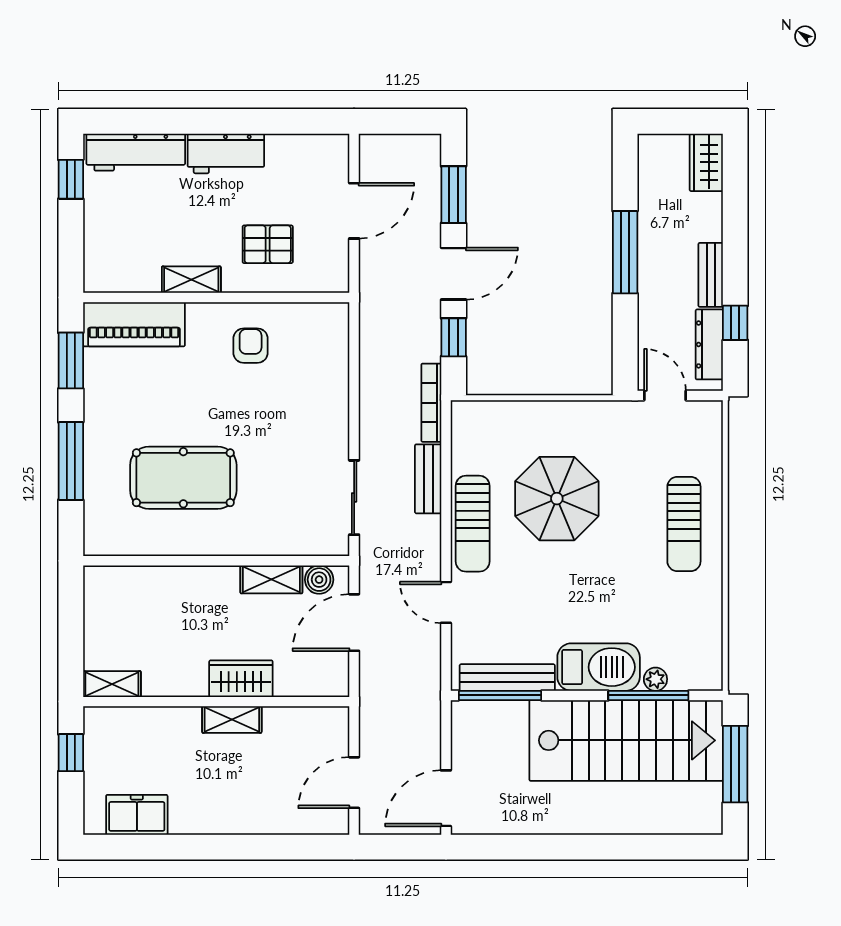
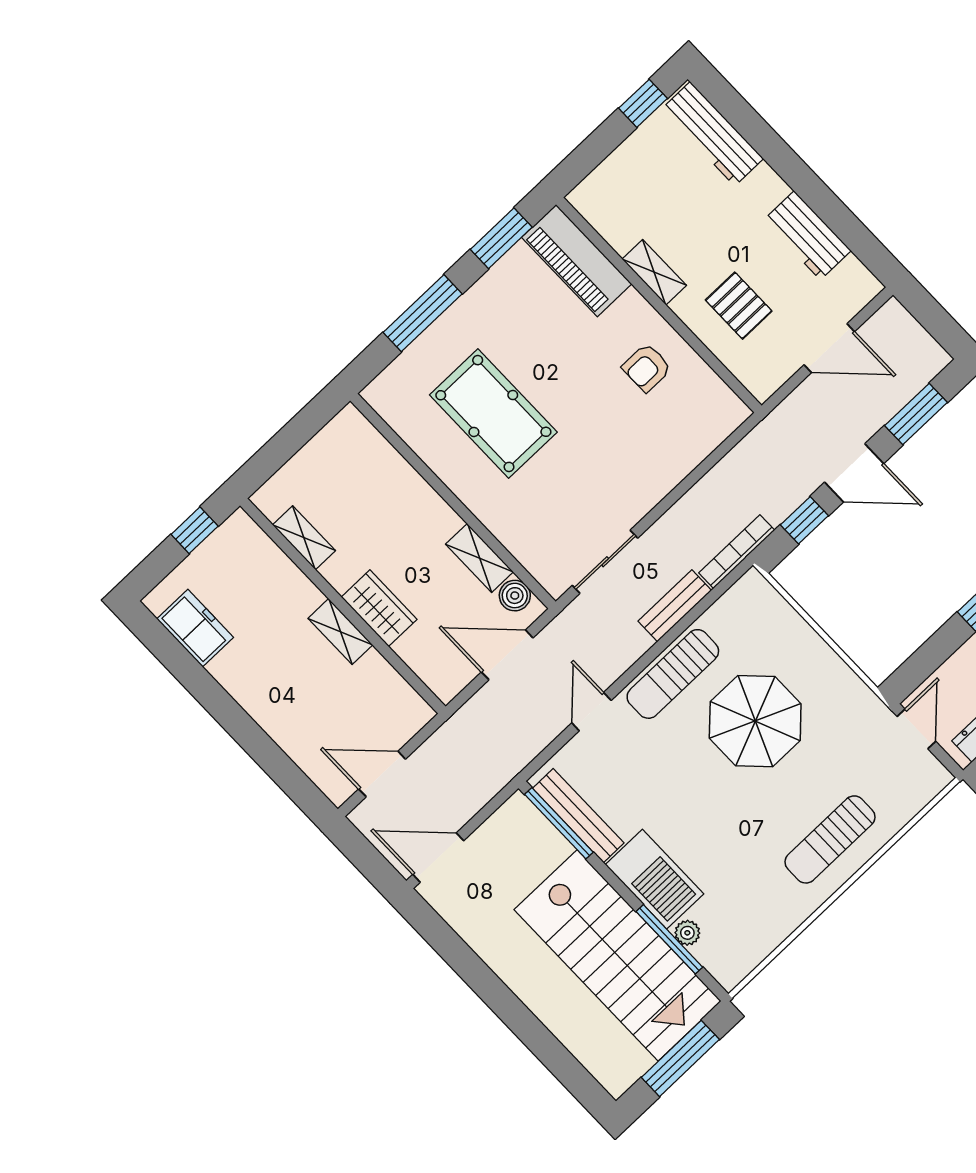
workbench: (226, 153) -> (807, 235), moved
armchair: (251, 346) -> (647, 368), turned 180
shelving: (112, 684) -> (304, 538), moved

